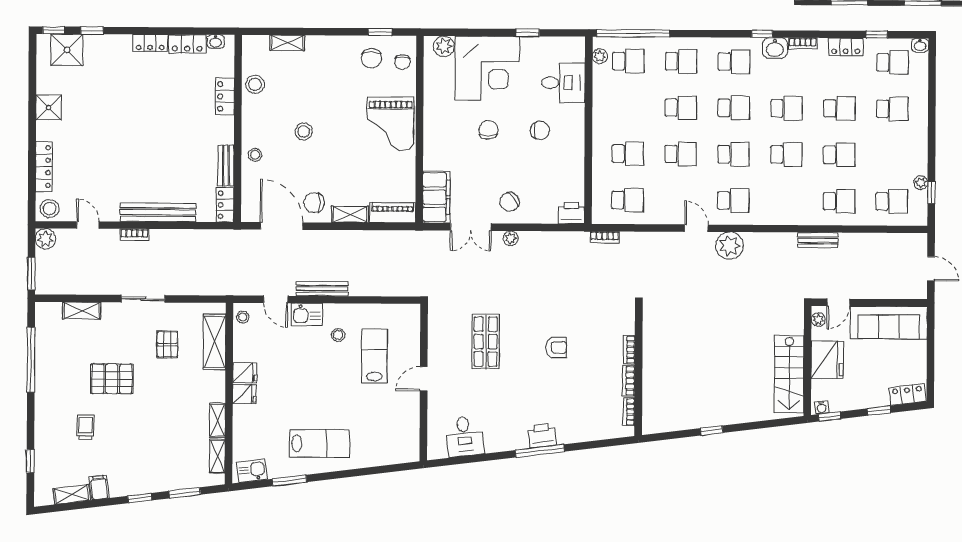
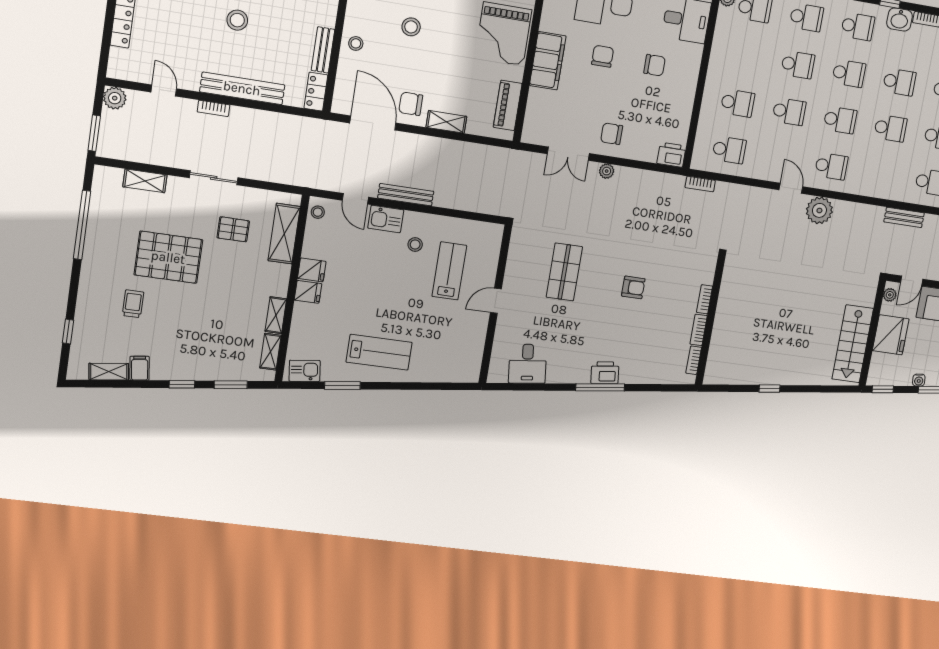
filing cabinet: (436, 197) -> (548, 61), moved
chair: (509, 202) -> (612, 134), turned 37
stool: (50, 208) -> (237, 20), moved
piano: (393, 213) -> (508, 105), moved, turned -90
pallet: (167, 344) -> (233, 229), turned 90
pallet: (112, 379) -> (168, 257), width x1.37, depth x1.41
water cooler: (821, 407) -> (919, 380), moved

